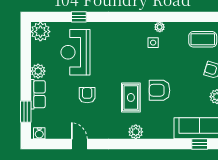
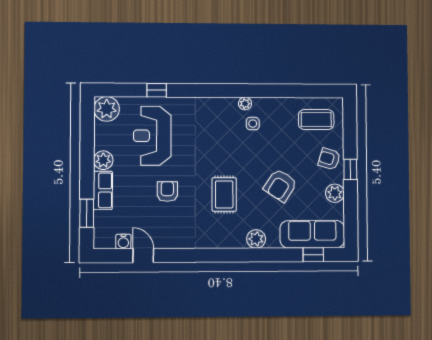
plant: (160, 27) -> (245, 104), moved
armchair: (160, 90) -> (280, 185), moved, turned -57
plant: (136, 132) -> (256, 239), moved
water cooler: (39, 133) -> (123, 242), moved
door: (79, 144) -> (143, 256), moved

